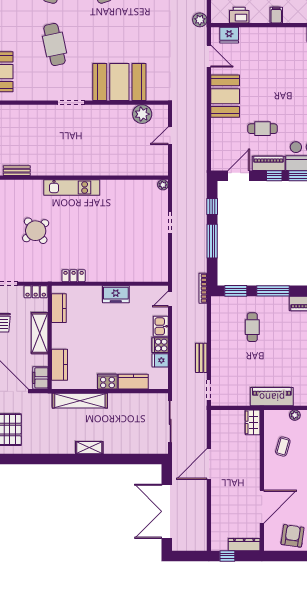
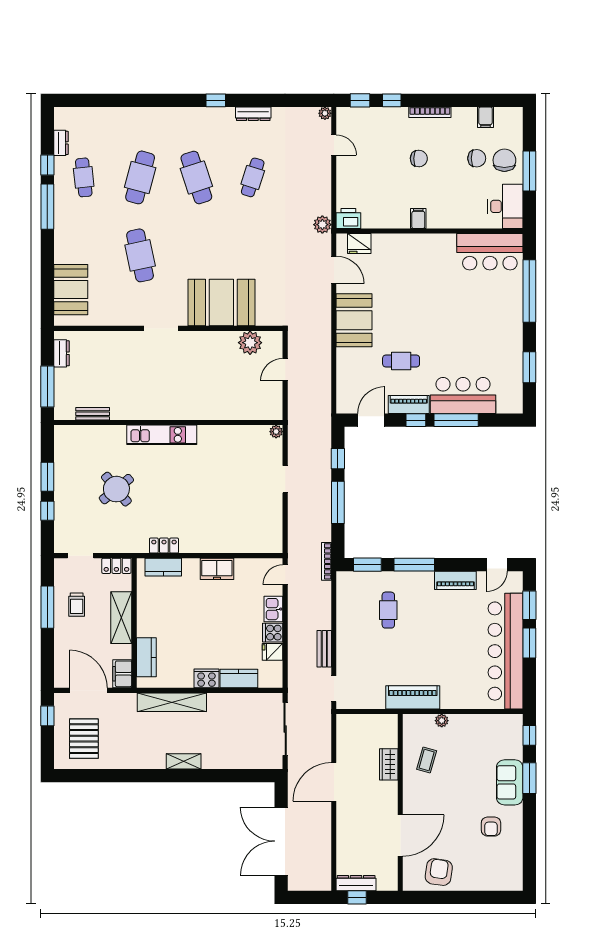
printer: (239, 15) -> (348, 219), moved
kitchen counter: (59, 308) -> (163, 567), moved, turned 90
wardrobe: (253, 422) -> (389, 764), moved
dresser: (244, 545) -> (356, 883), moved

